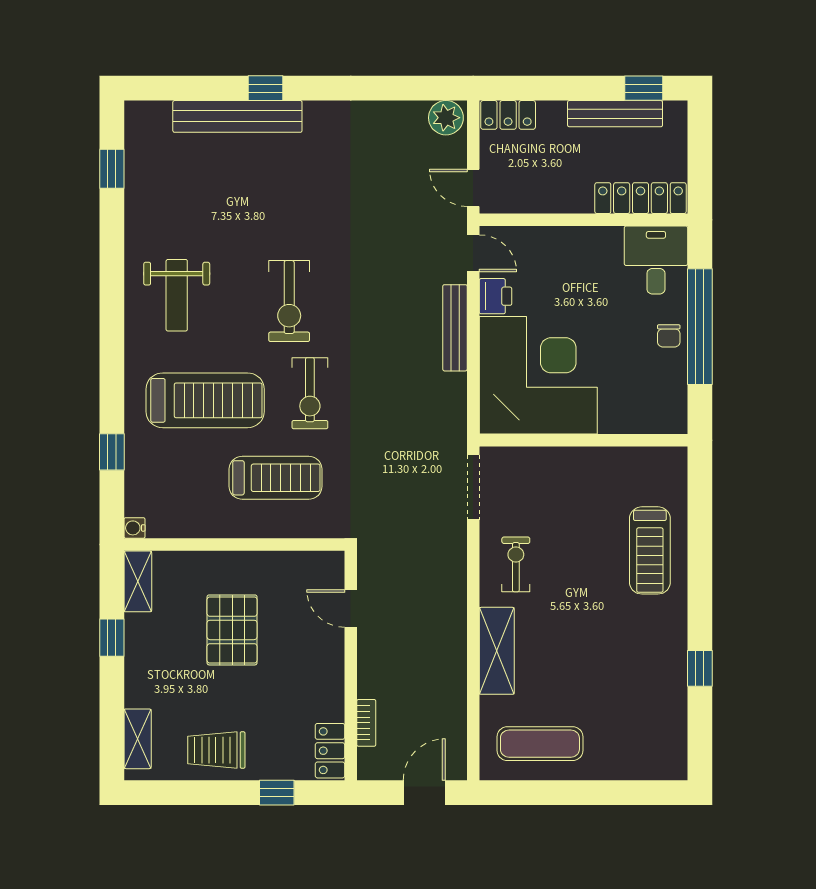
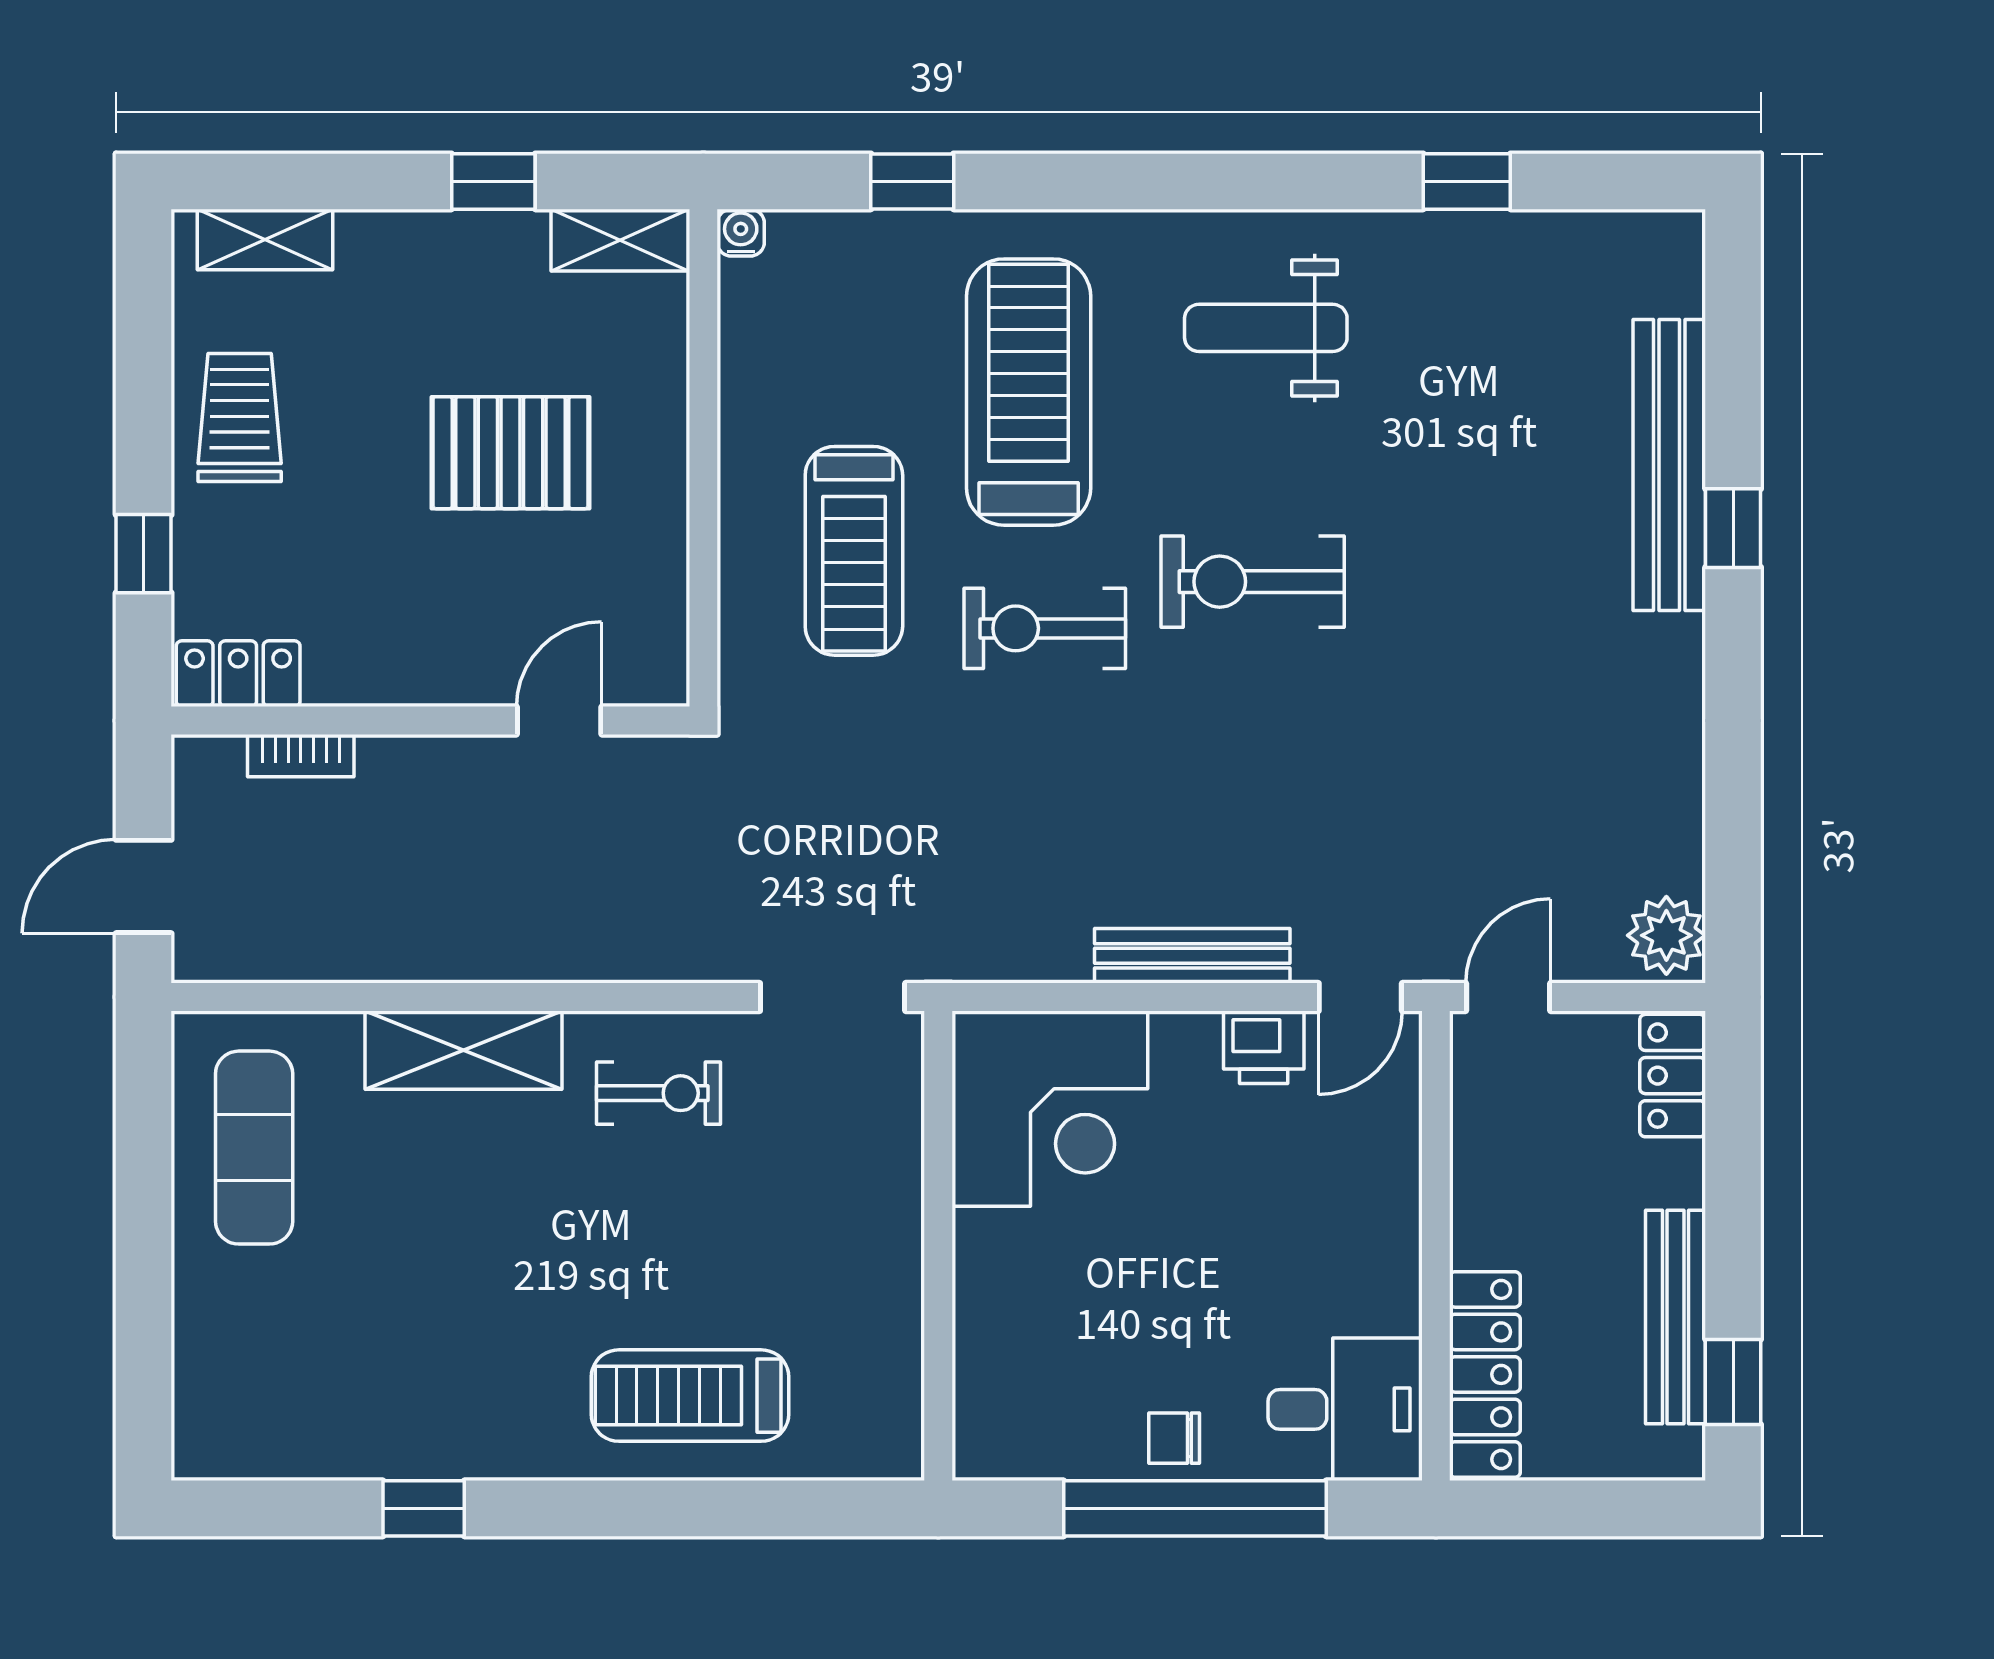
window: (112, 169) -> (1467, 181), moved
corner desk: (538, 375) -> (1050, 1109), width x0.74, depth x0.74
treadmill: (205, 400) -> (1029, 392), turned 180
door: (424, 793) -> (144, 886), swing flipped

